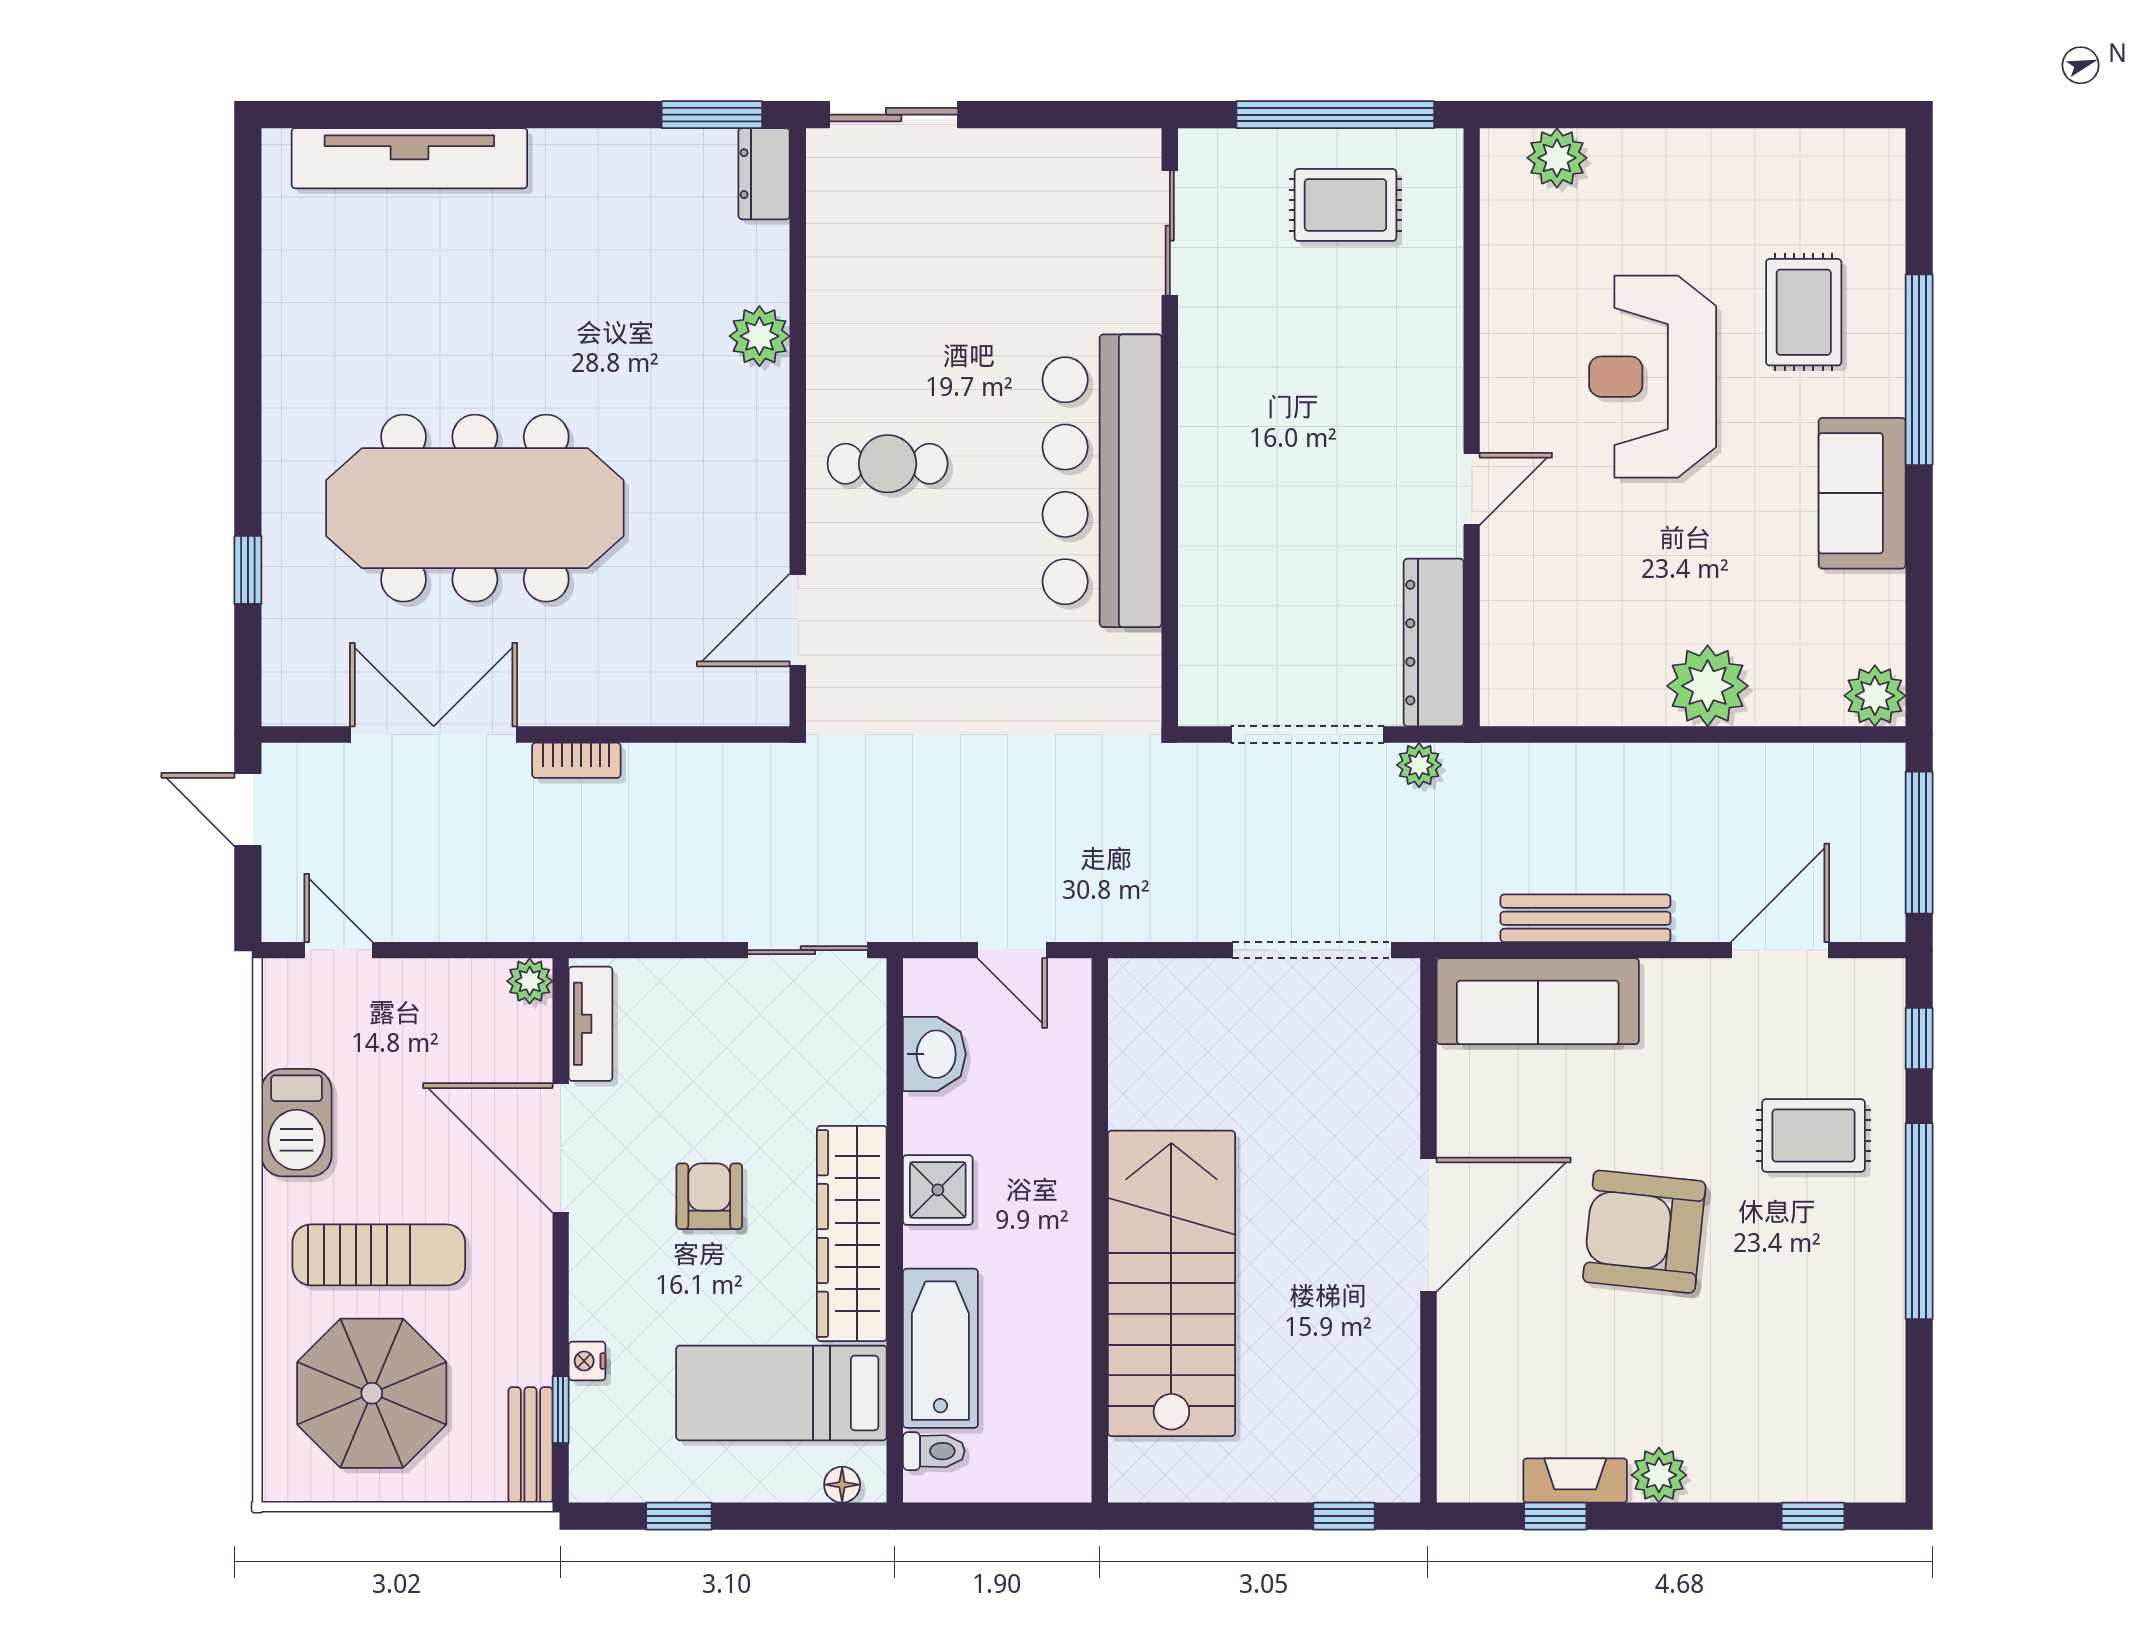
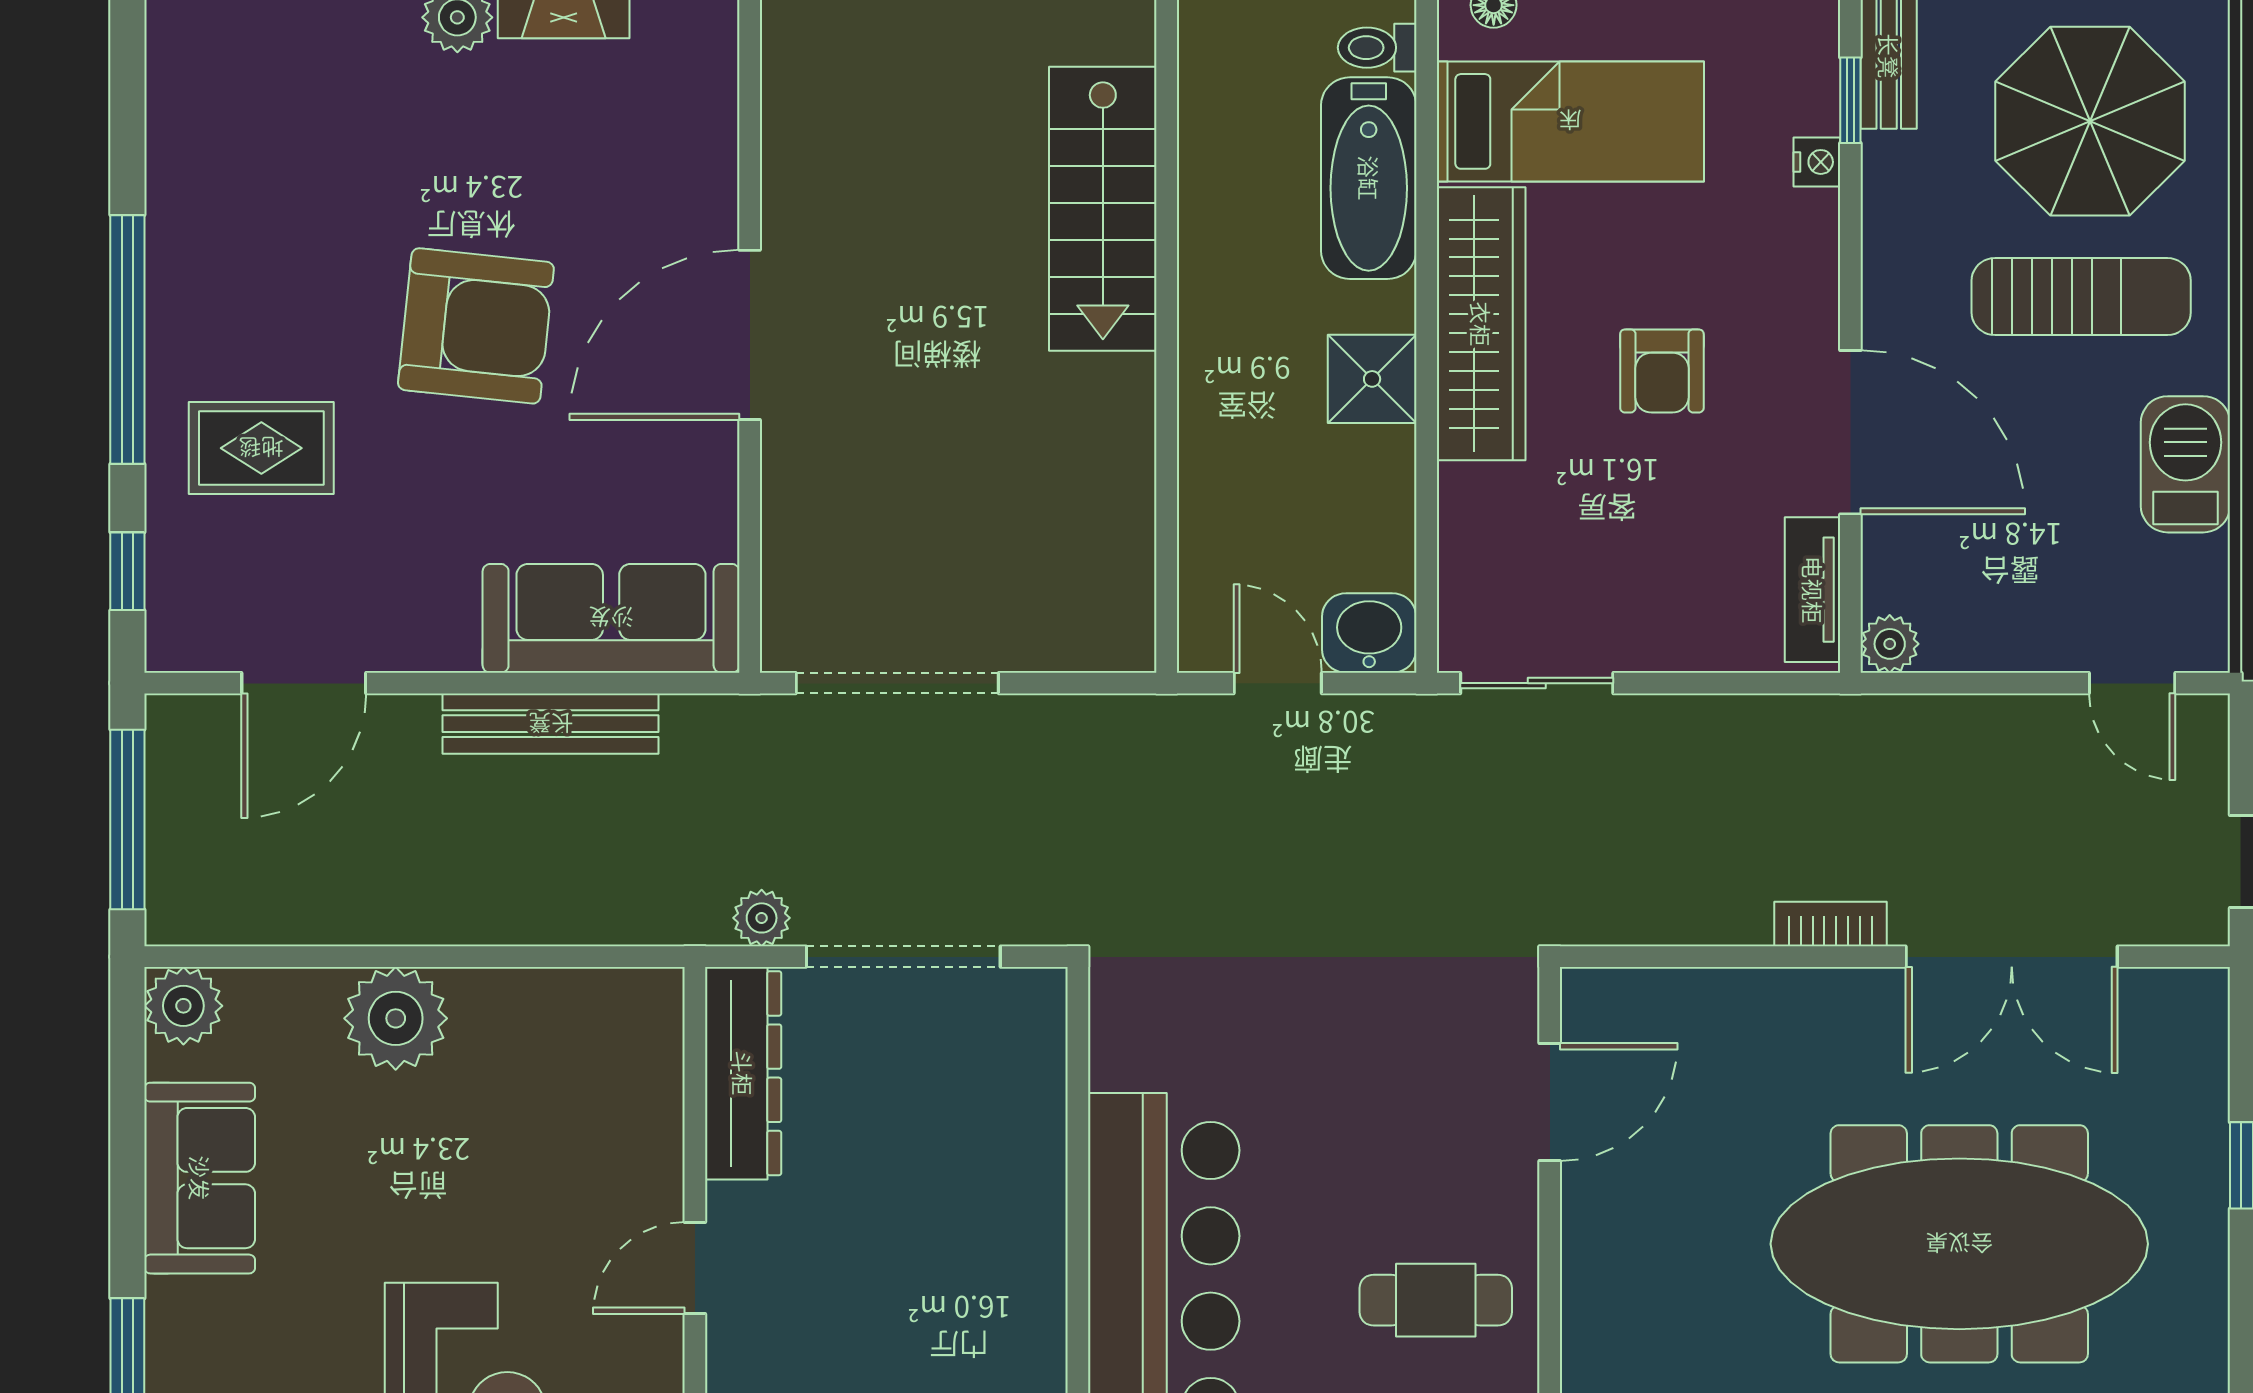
sofa: (1862, 493) -> (200, 1178), moved
washbasin: (934, 1054) -> (1369, 633), moved, turned 90
sun lounger: (379, 1255) -> (2081, 297), turned 180
stairs: (1171, 1283) -> (1103, 209), width x0.73, depth x0.66

